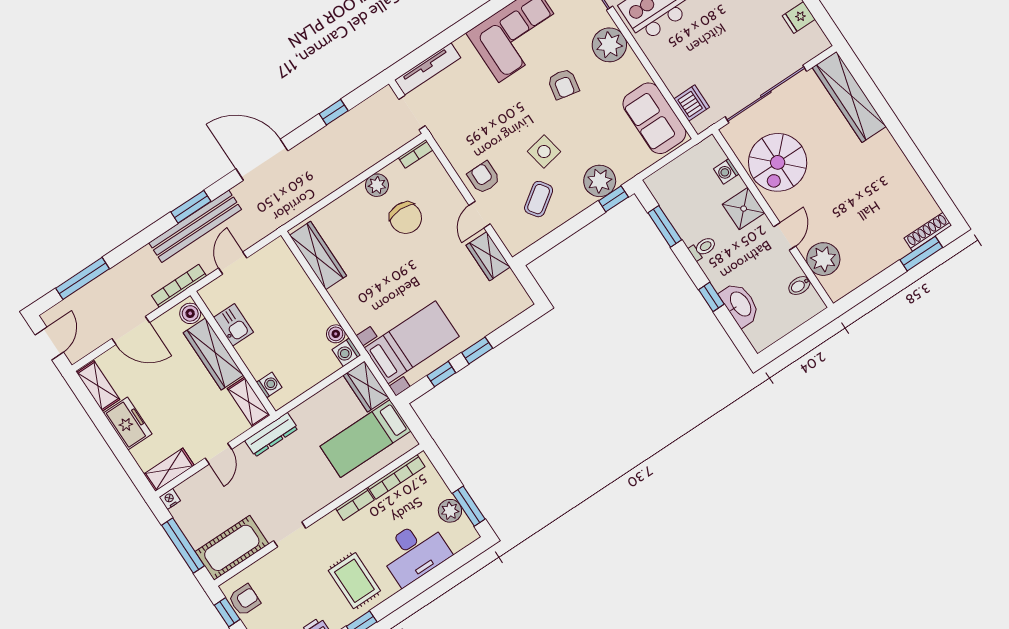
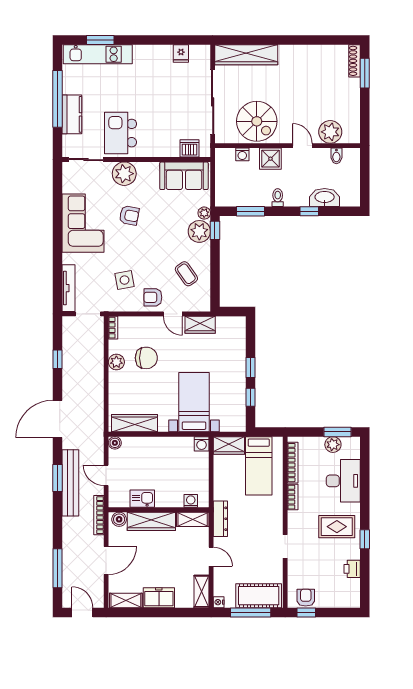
side table: (544, 152) -> (125, 280), moved
plant: (626, 172) -> (204, 213), added
boiler: (336, 334) -> (115, 443), moved
bed with nightstands: (412, 342) -> (194, 402), moved
cot: (232, 548) -> (259, 596), moved, turned 90

